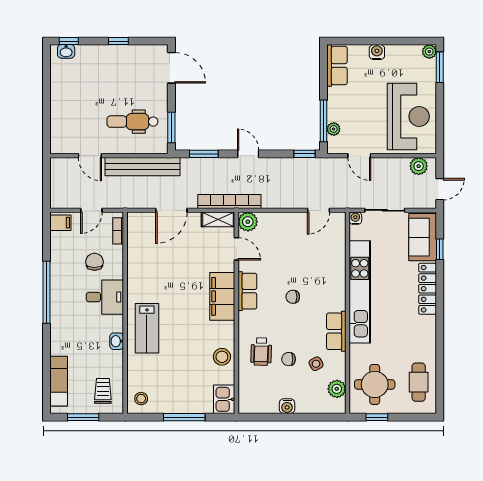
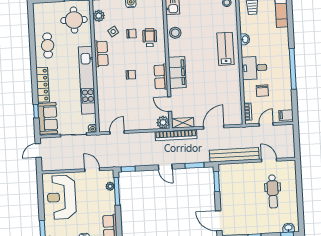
dental chair: (132, 122) -> (273, 191), moved, turned 90
plant: (419, 166) -> (53, 165), removed
cafe table: (419, 382) -> (48, 45), moved

